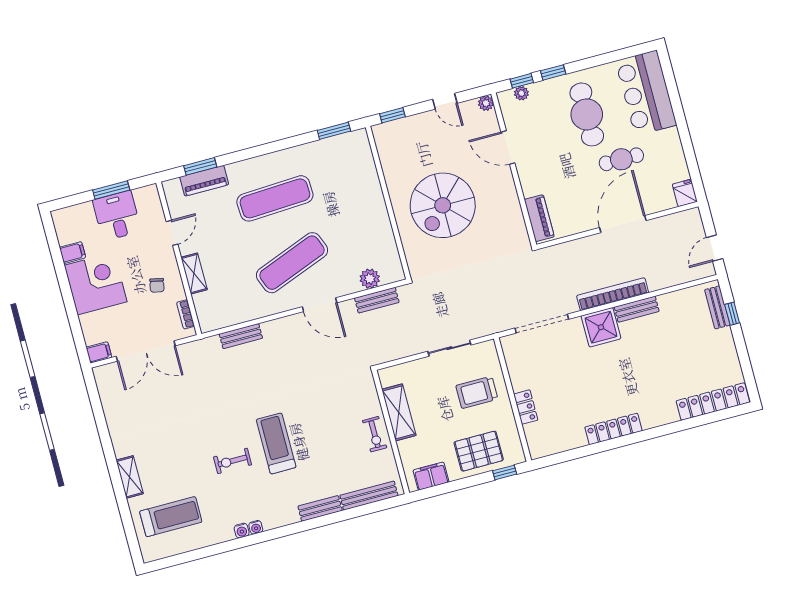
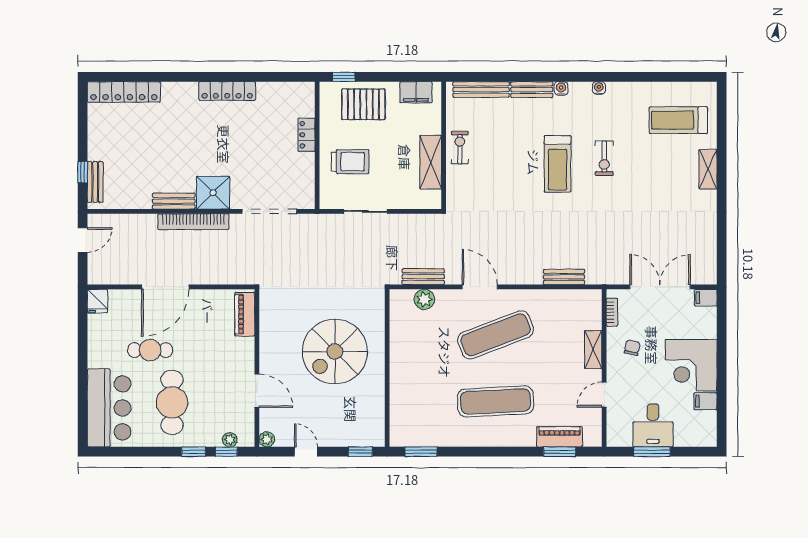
spiral stairs: (443, 205) -> (335, 351), turned 180
exercise bike: (233, 461) -> (604, 158), turned 90
water cooler: (242, 531) -> (561, 88), moved

